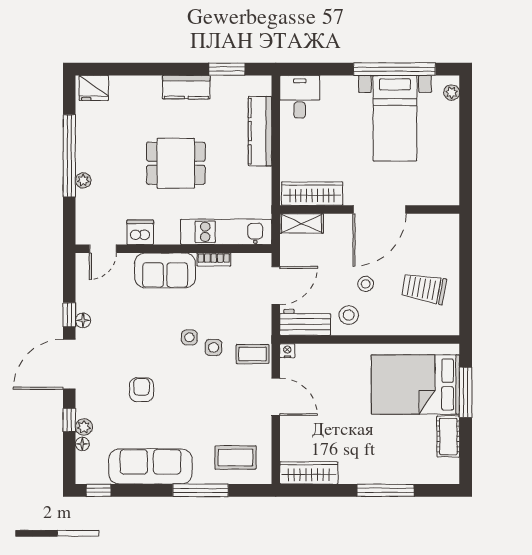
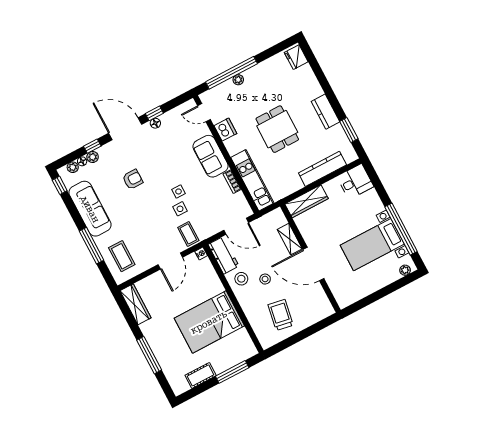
window: (69, 156) -> (231, 73), moved
wardrobe: (312, 194) -> (307, 201), moved, turned 90
shelving: (302, 223) -> (290, 239), moved
bed: (415, 385) -> (209, 322), moved, turned -90
plant: (84, 461) -> (73, 167), added

